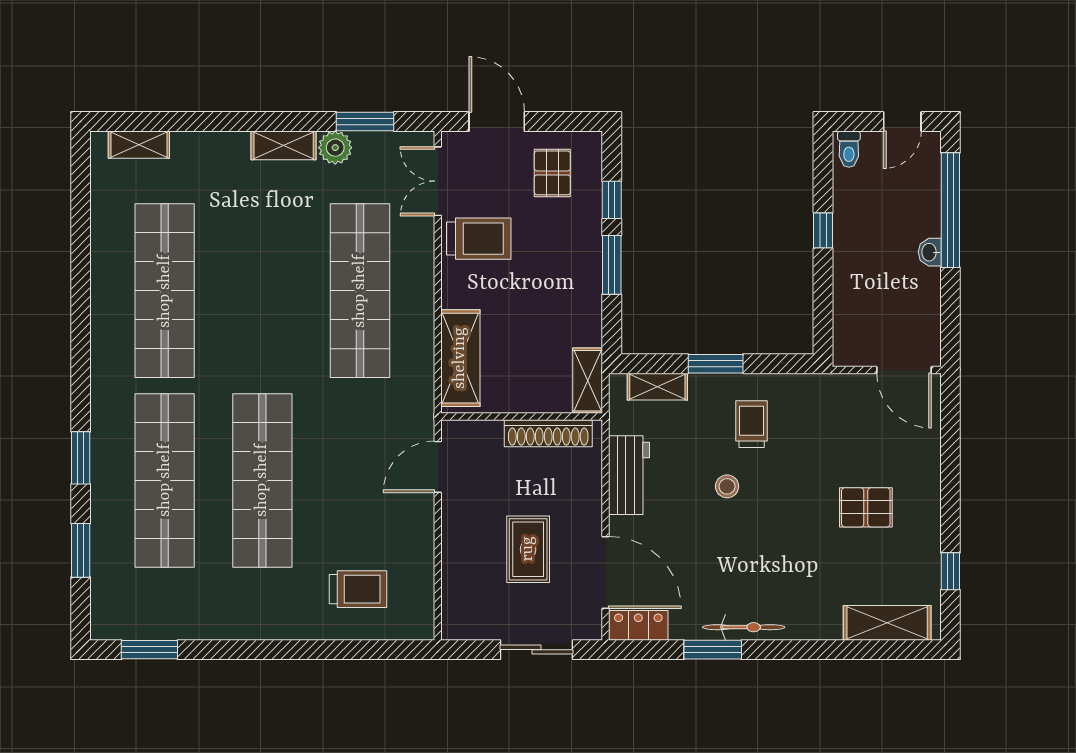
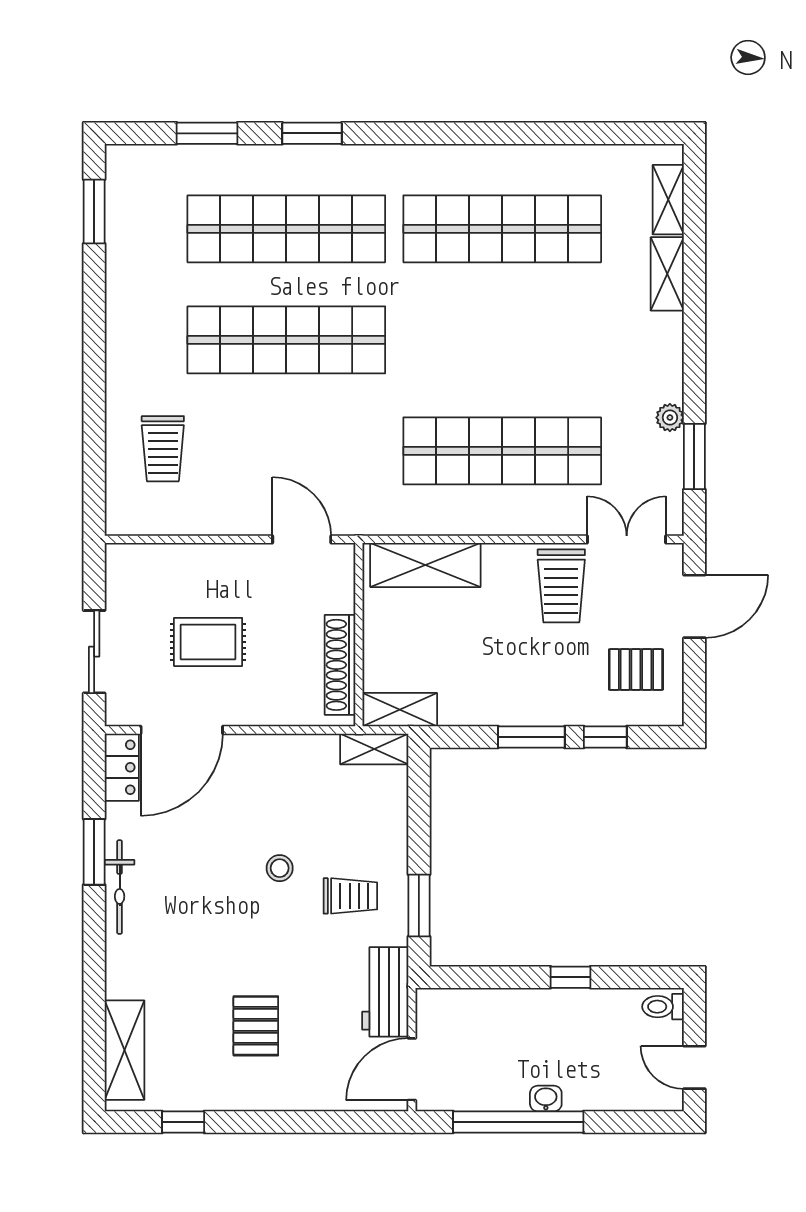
shelving: (284, 145) -> (667, 274), moved
plant: (335, 148) -> (670, 418), width x0.73, depth x0.73
window: (950, 210) -> (518, 1122), moved
window: (716, 364) -> (419, 905), moved
shelving: (657, 387) -> (374, 749), moved, turned 90
workbench: (629, 475) -> (385, 992), moved, turned 90

